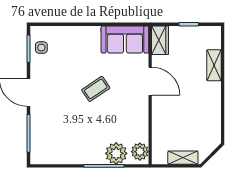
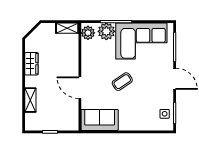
wardrobe: (160, 40) -> (31, 64), moved, turned 180
corner sofa: (71, 141) -> (141, 41), added
shelving: (183, 158) -> (67, 28), moved

